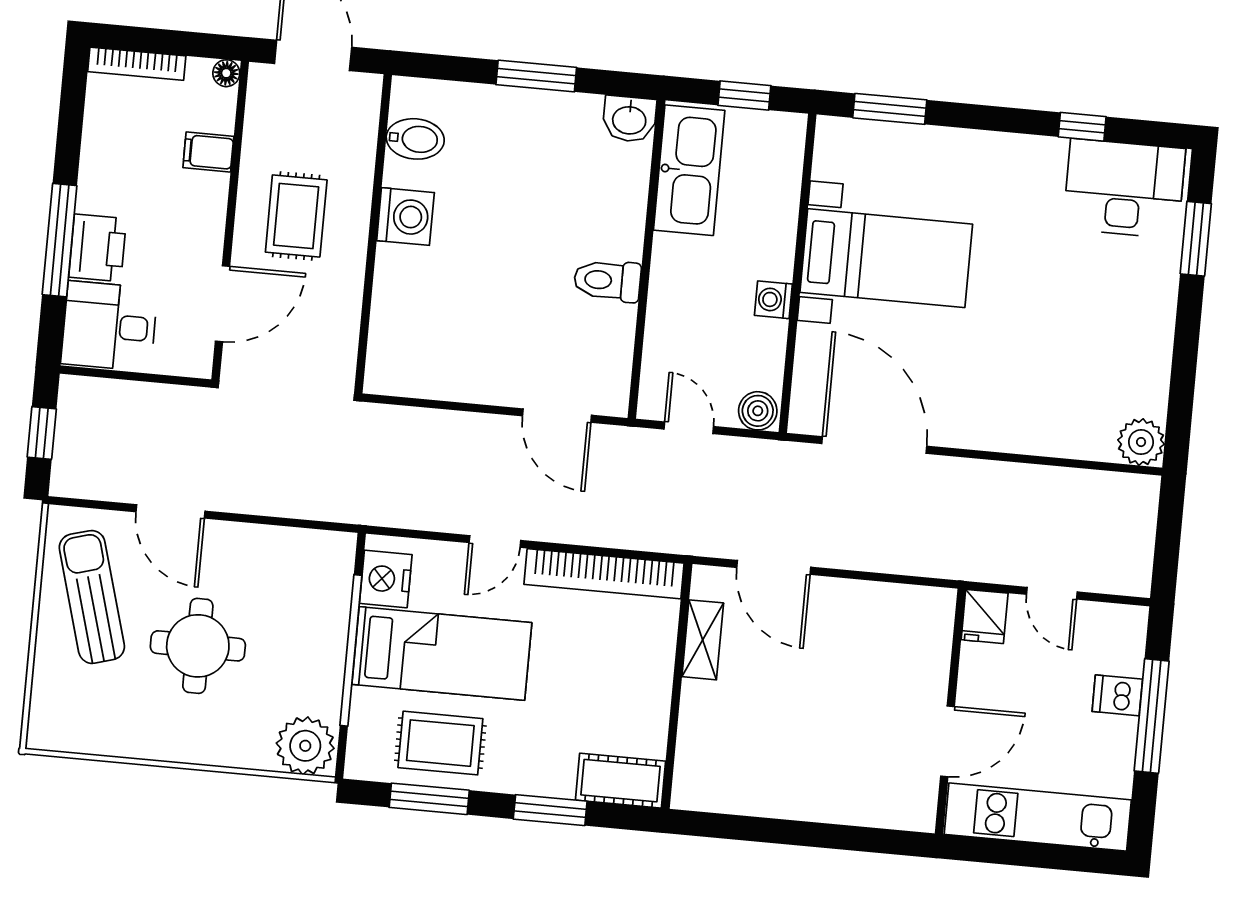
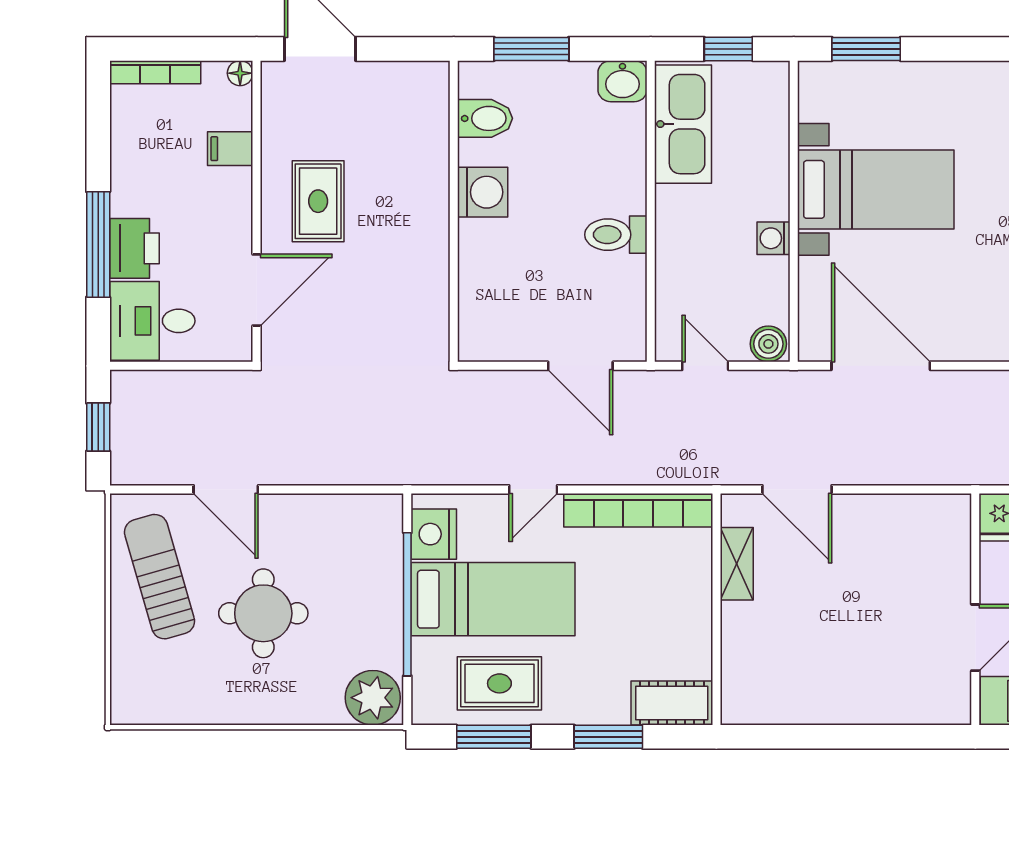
bidet: (415, 139) -> (485, 118), moved
washing machine: (405, 217) -> (483, 192), moved
wall: (373, 234) -> (454, 211), moved

